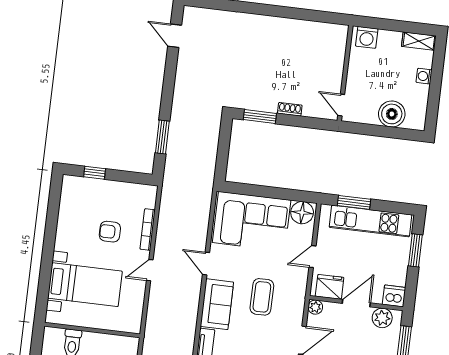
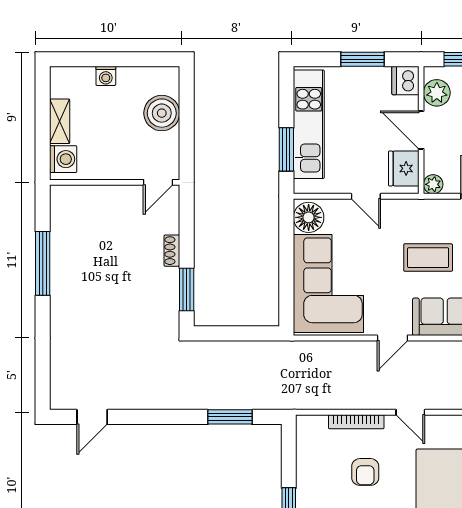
window: (292, 13) -> (43, 263), added
shelving: (419, 41) -> (60, 121), moved
window: (415, 250) -> (363, 59), moved

